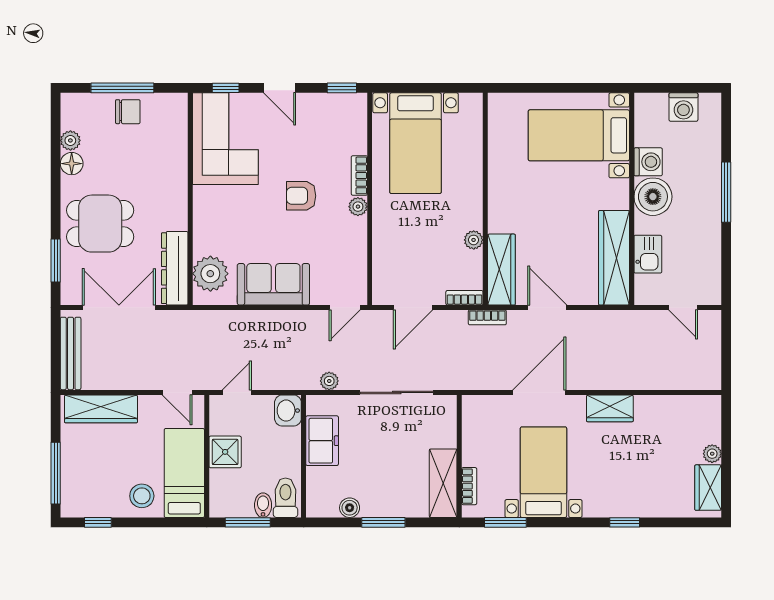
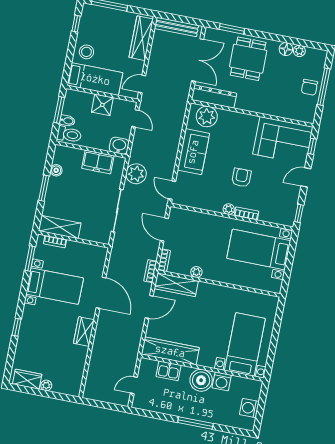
plant: (329, 381) -> (136, 174), width x1.88, depth x1.88

